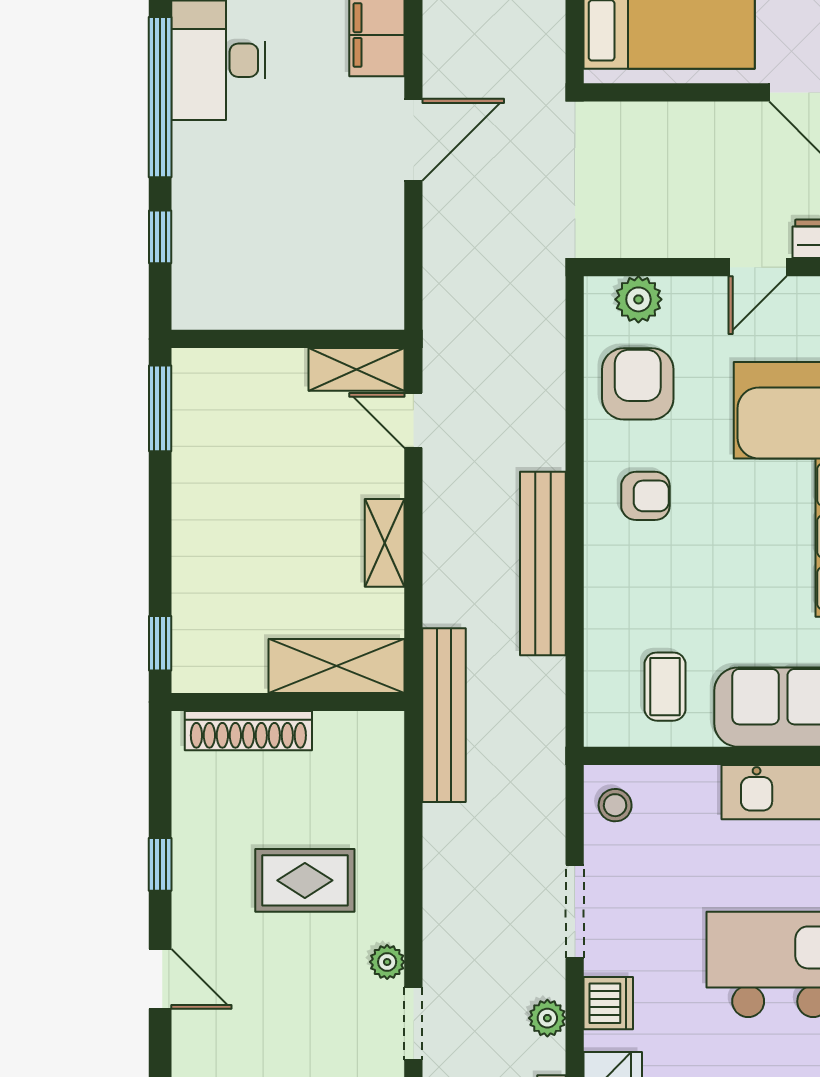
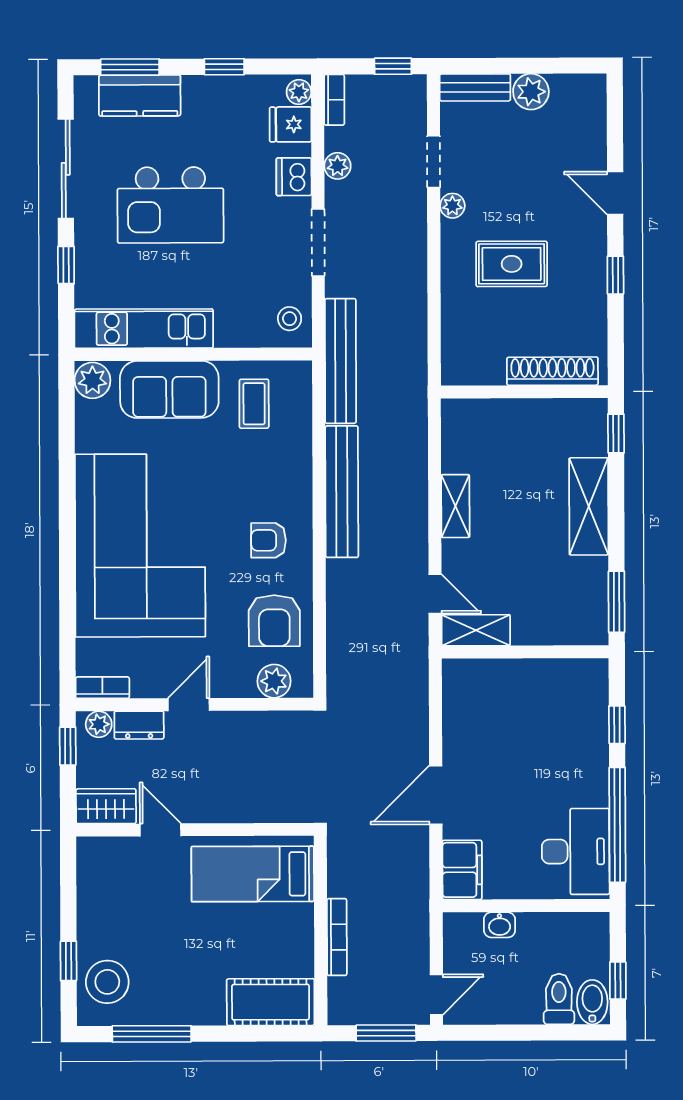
shelving: (337, 666) -> (589, 506), moved, turned 90
bench: (444, 715) -> (341, 361), moved

